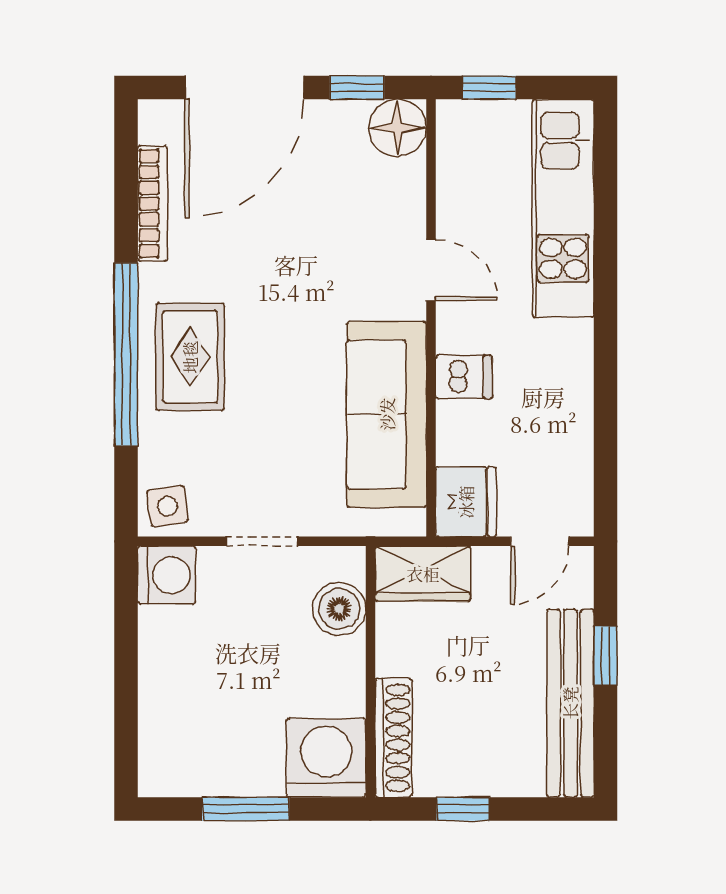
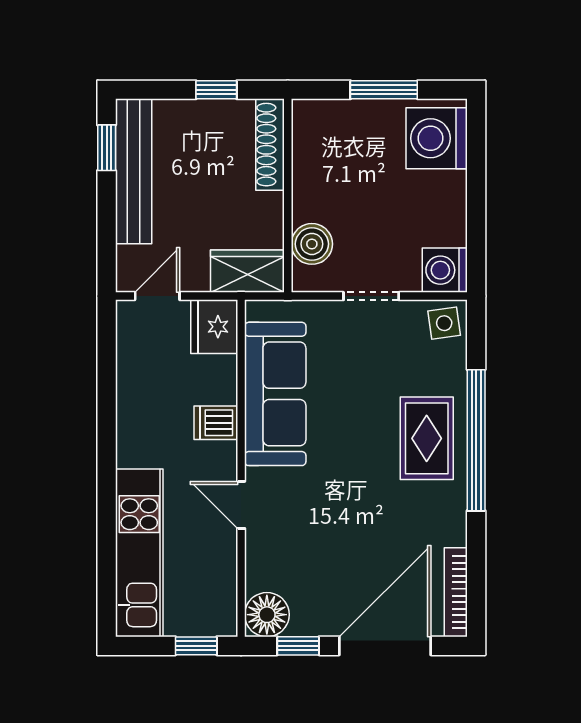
bookcase: (153, 204) -> (456, 592), moved
window: (605, 656) -> (107, 148), moved
washing machine: (326, 758) -> (437, 138), moved, turned 90

